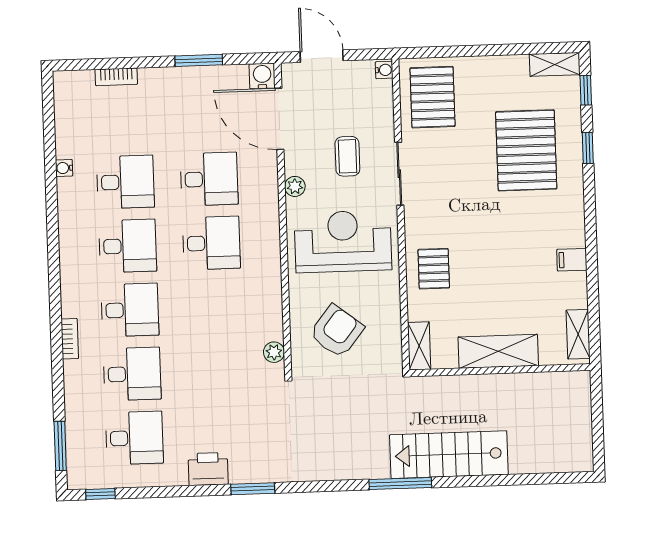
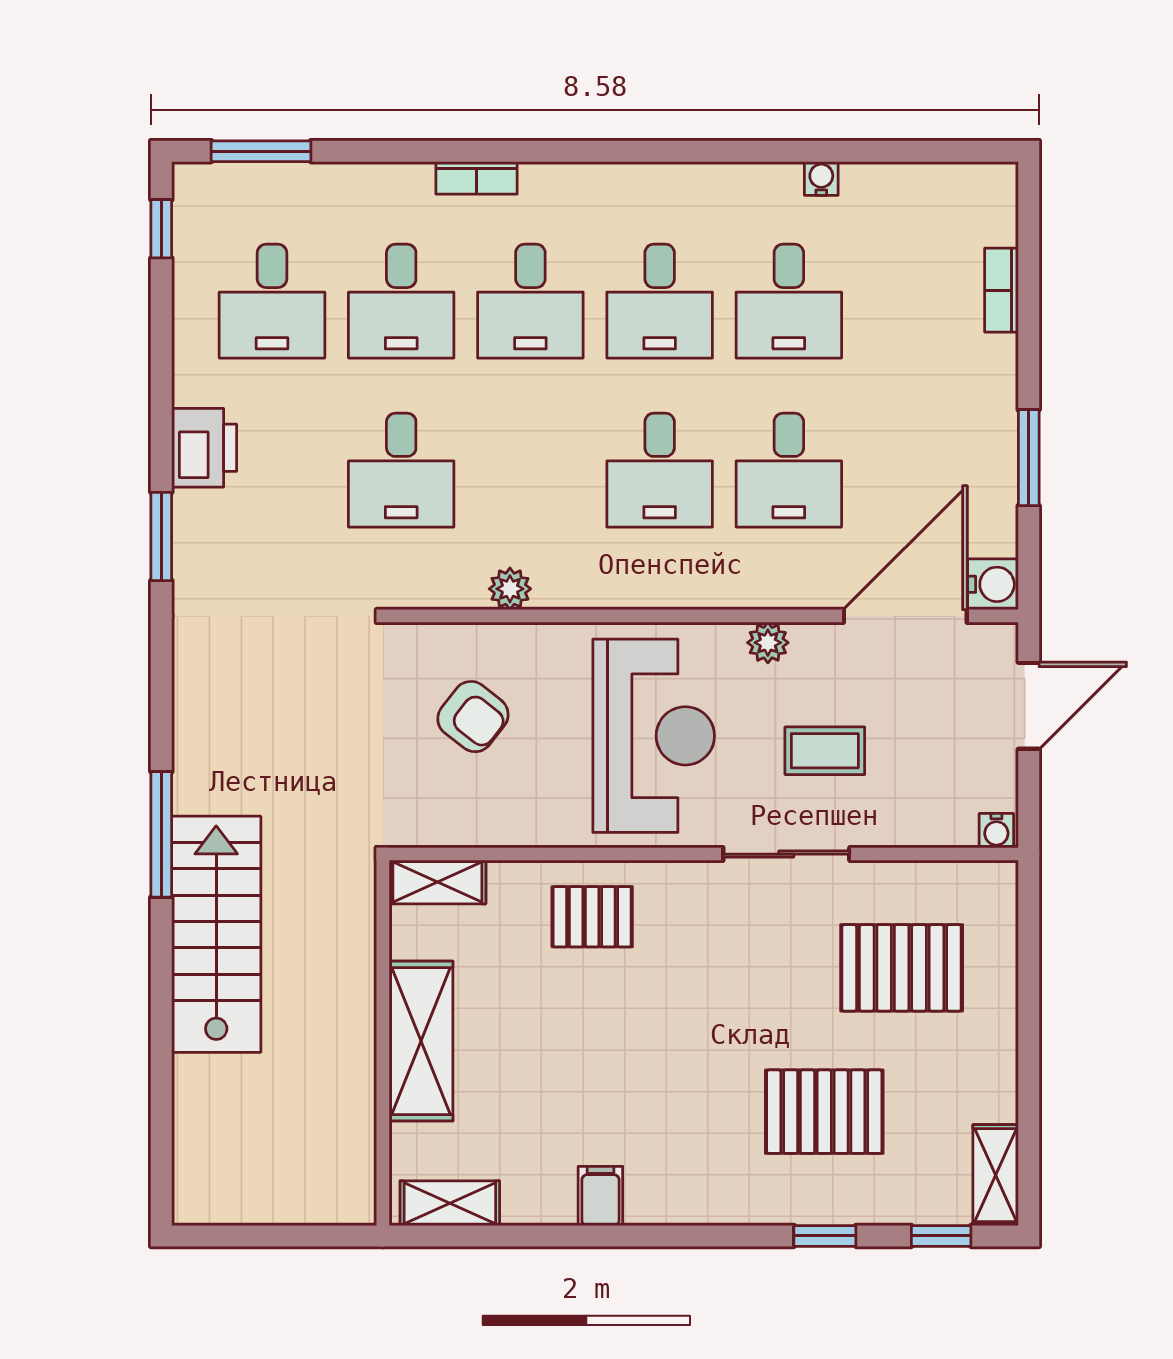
pallet: (433, 97) -> (902, 968), moved
pallet: (526, 150) -> (824, 1112), width x0.73, depth x0.71
armchair: (337, 331) -> (473, 717), width x0.72, depth x0.72
plant: (274, 352) -> (510, 589), moved
desk: (216, 371) -> (401, 470), added

